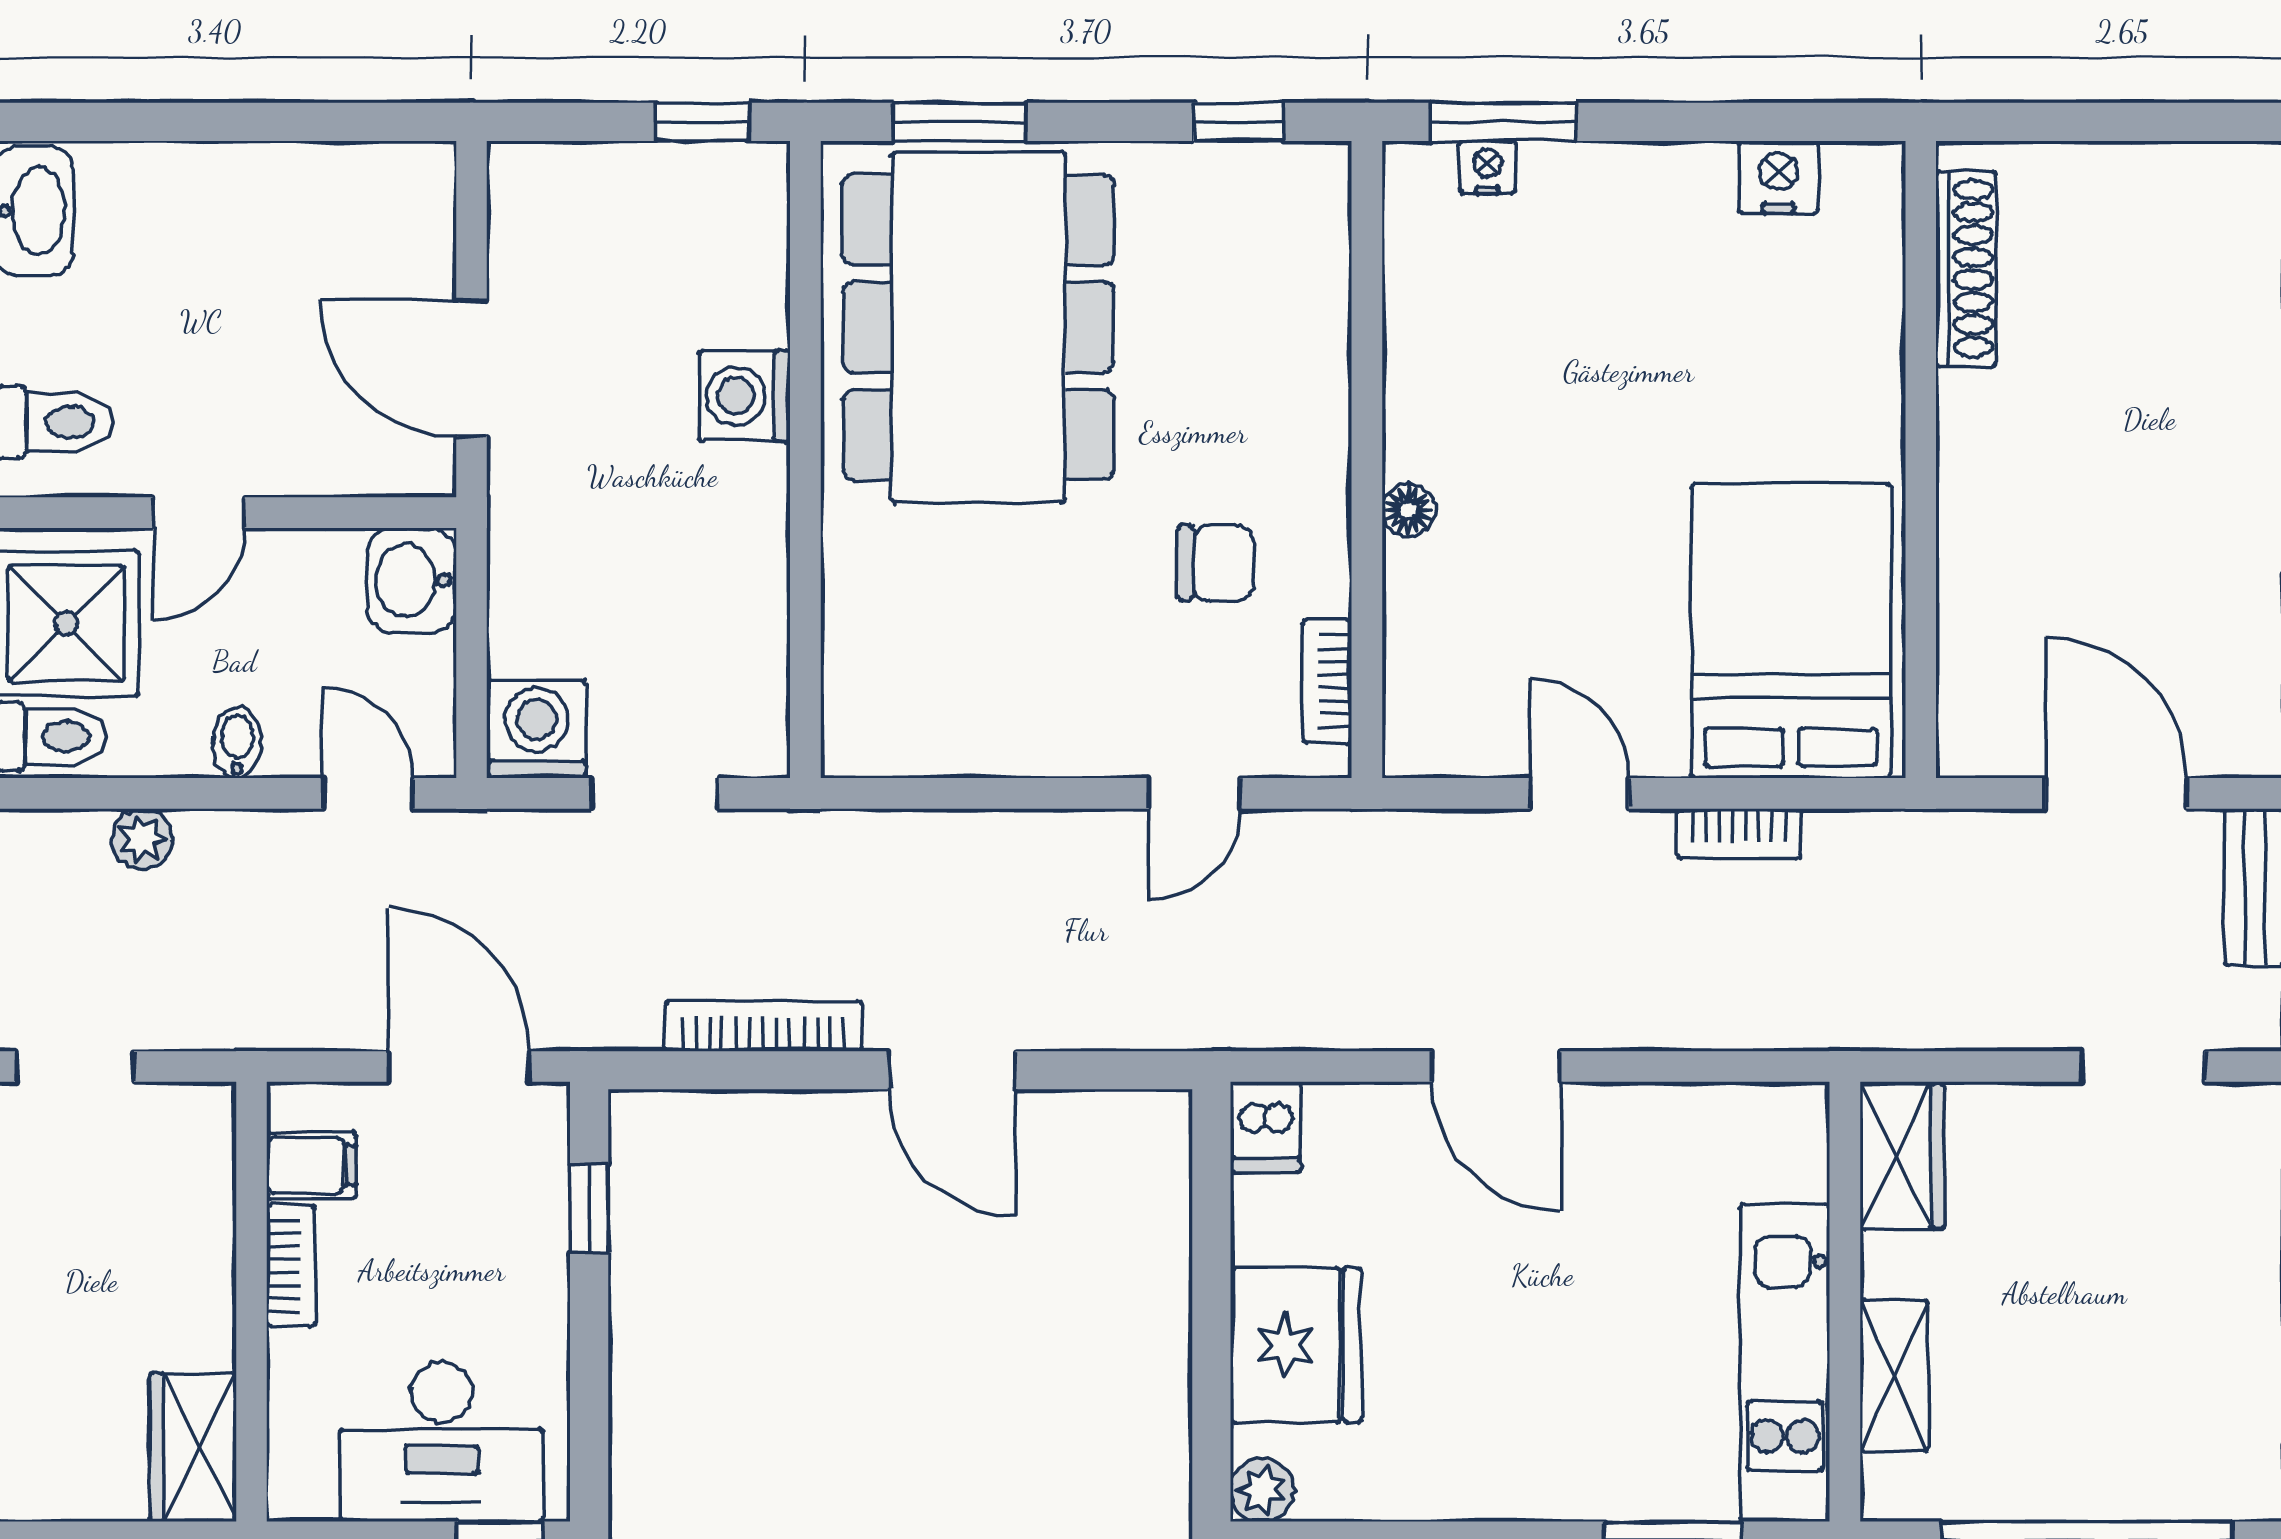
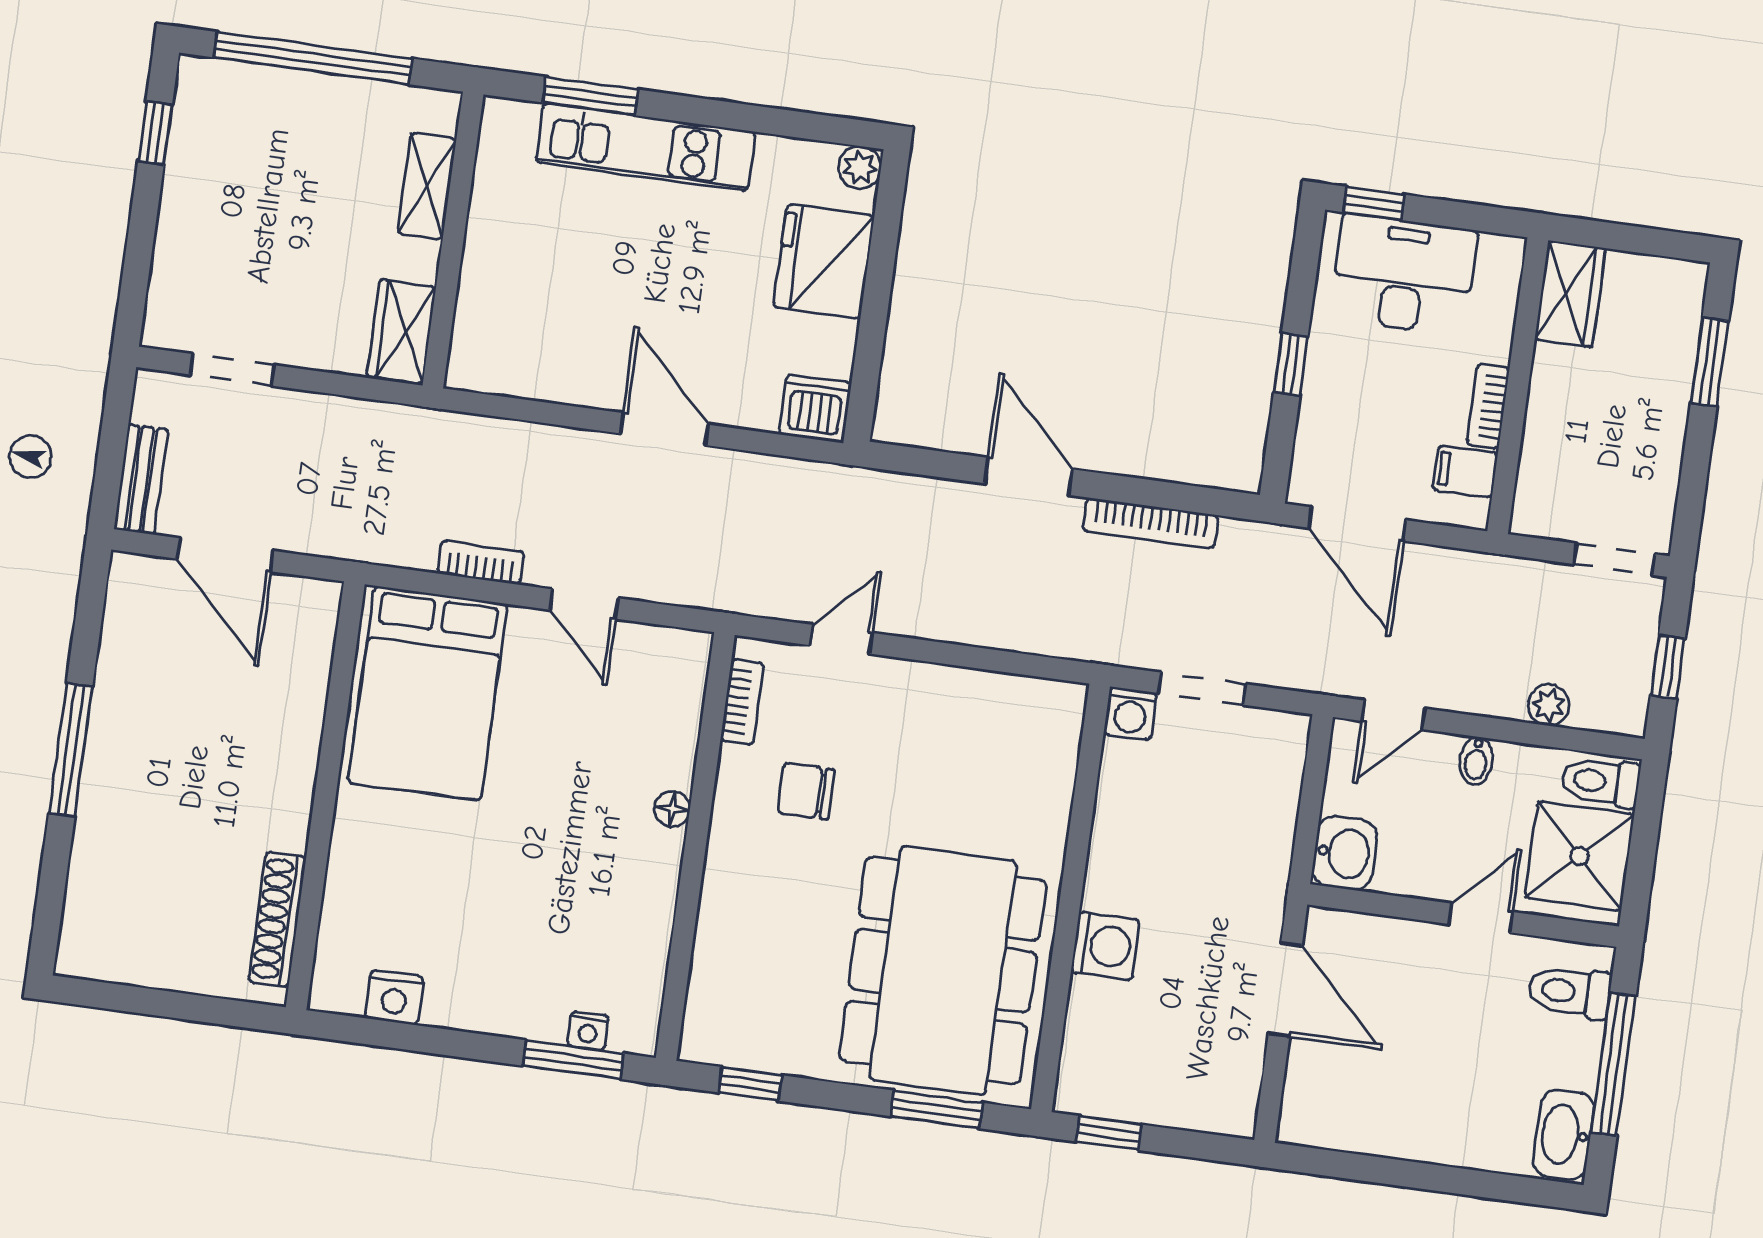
washing machine: (537, 729) -> (1130, 713), moved, width x0.73, depth x0.73
door: (368, 793) -> (1393, 715), hinge flipped
dishwasher: (1266, 1127) -> (815, 408), width x1.38
window: (589, 1208) -> (1291, 365), moved
kitchen unit: (1785, 1363) -> (646, 147), moved, turned 90

